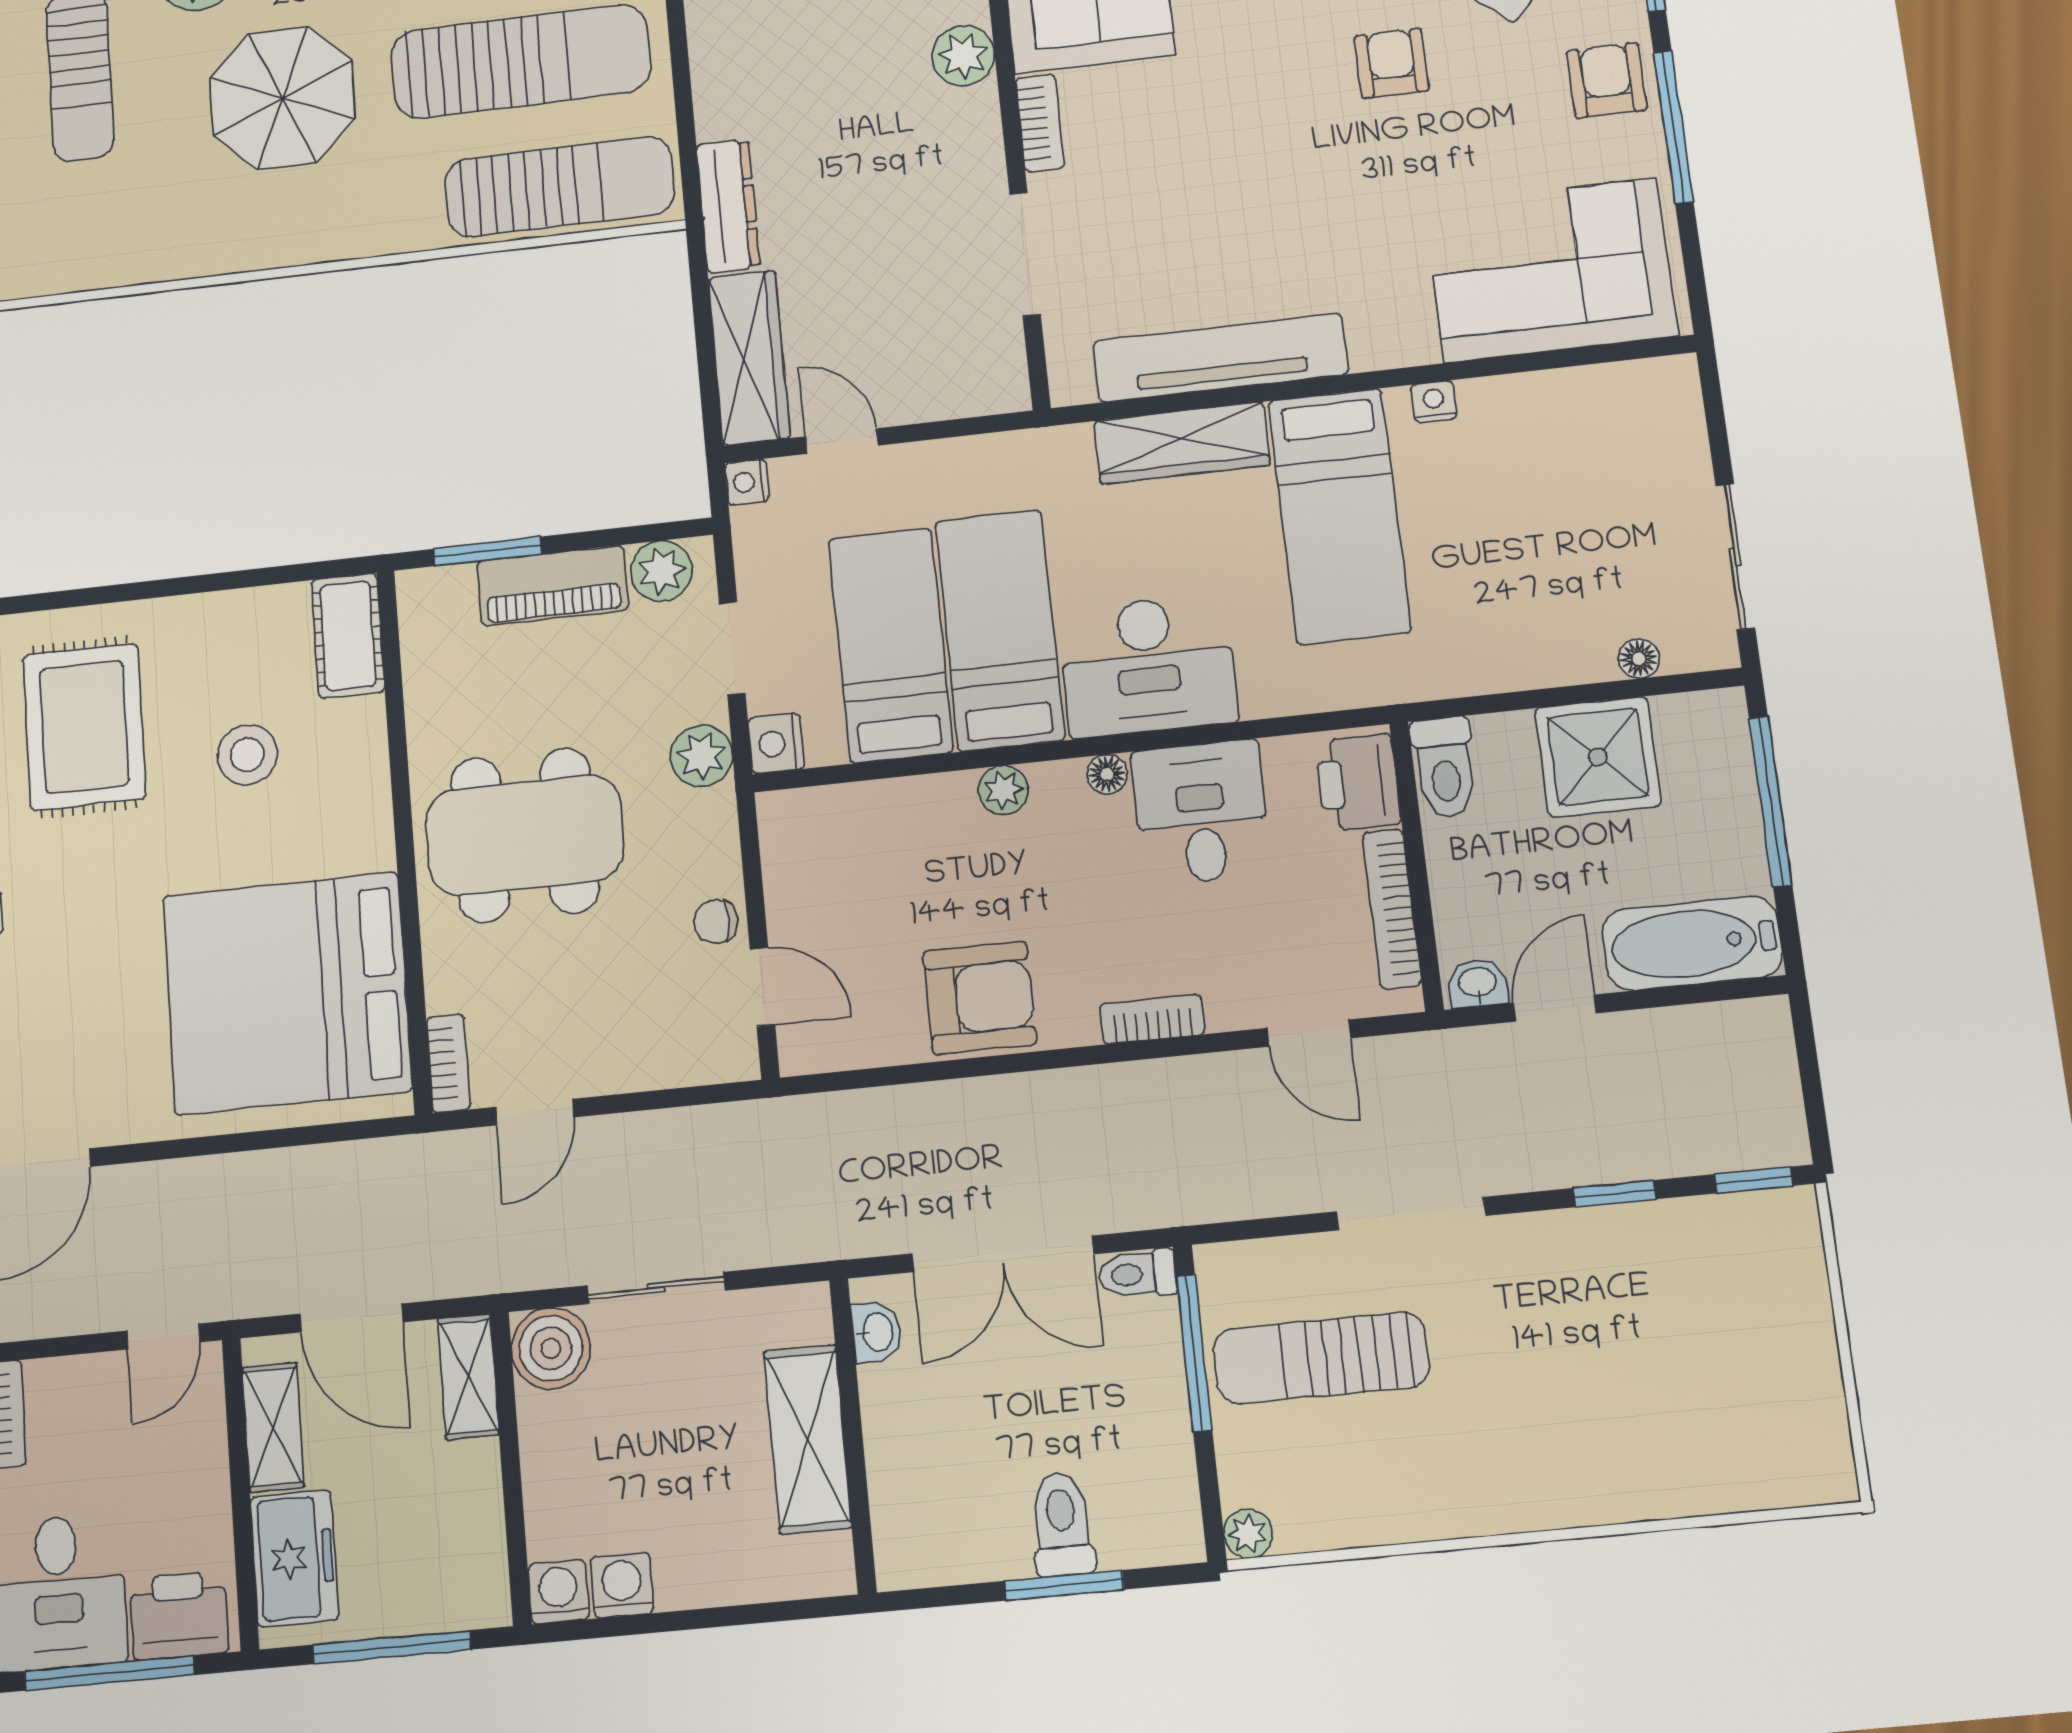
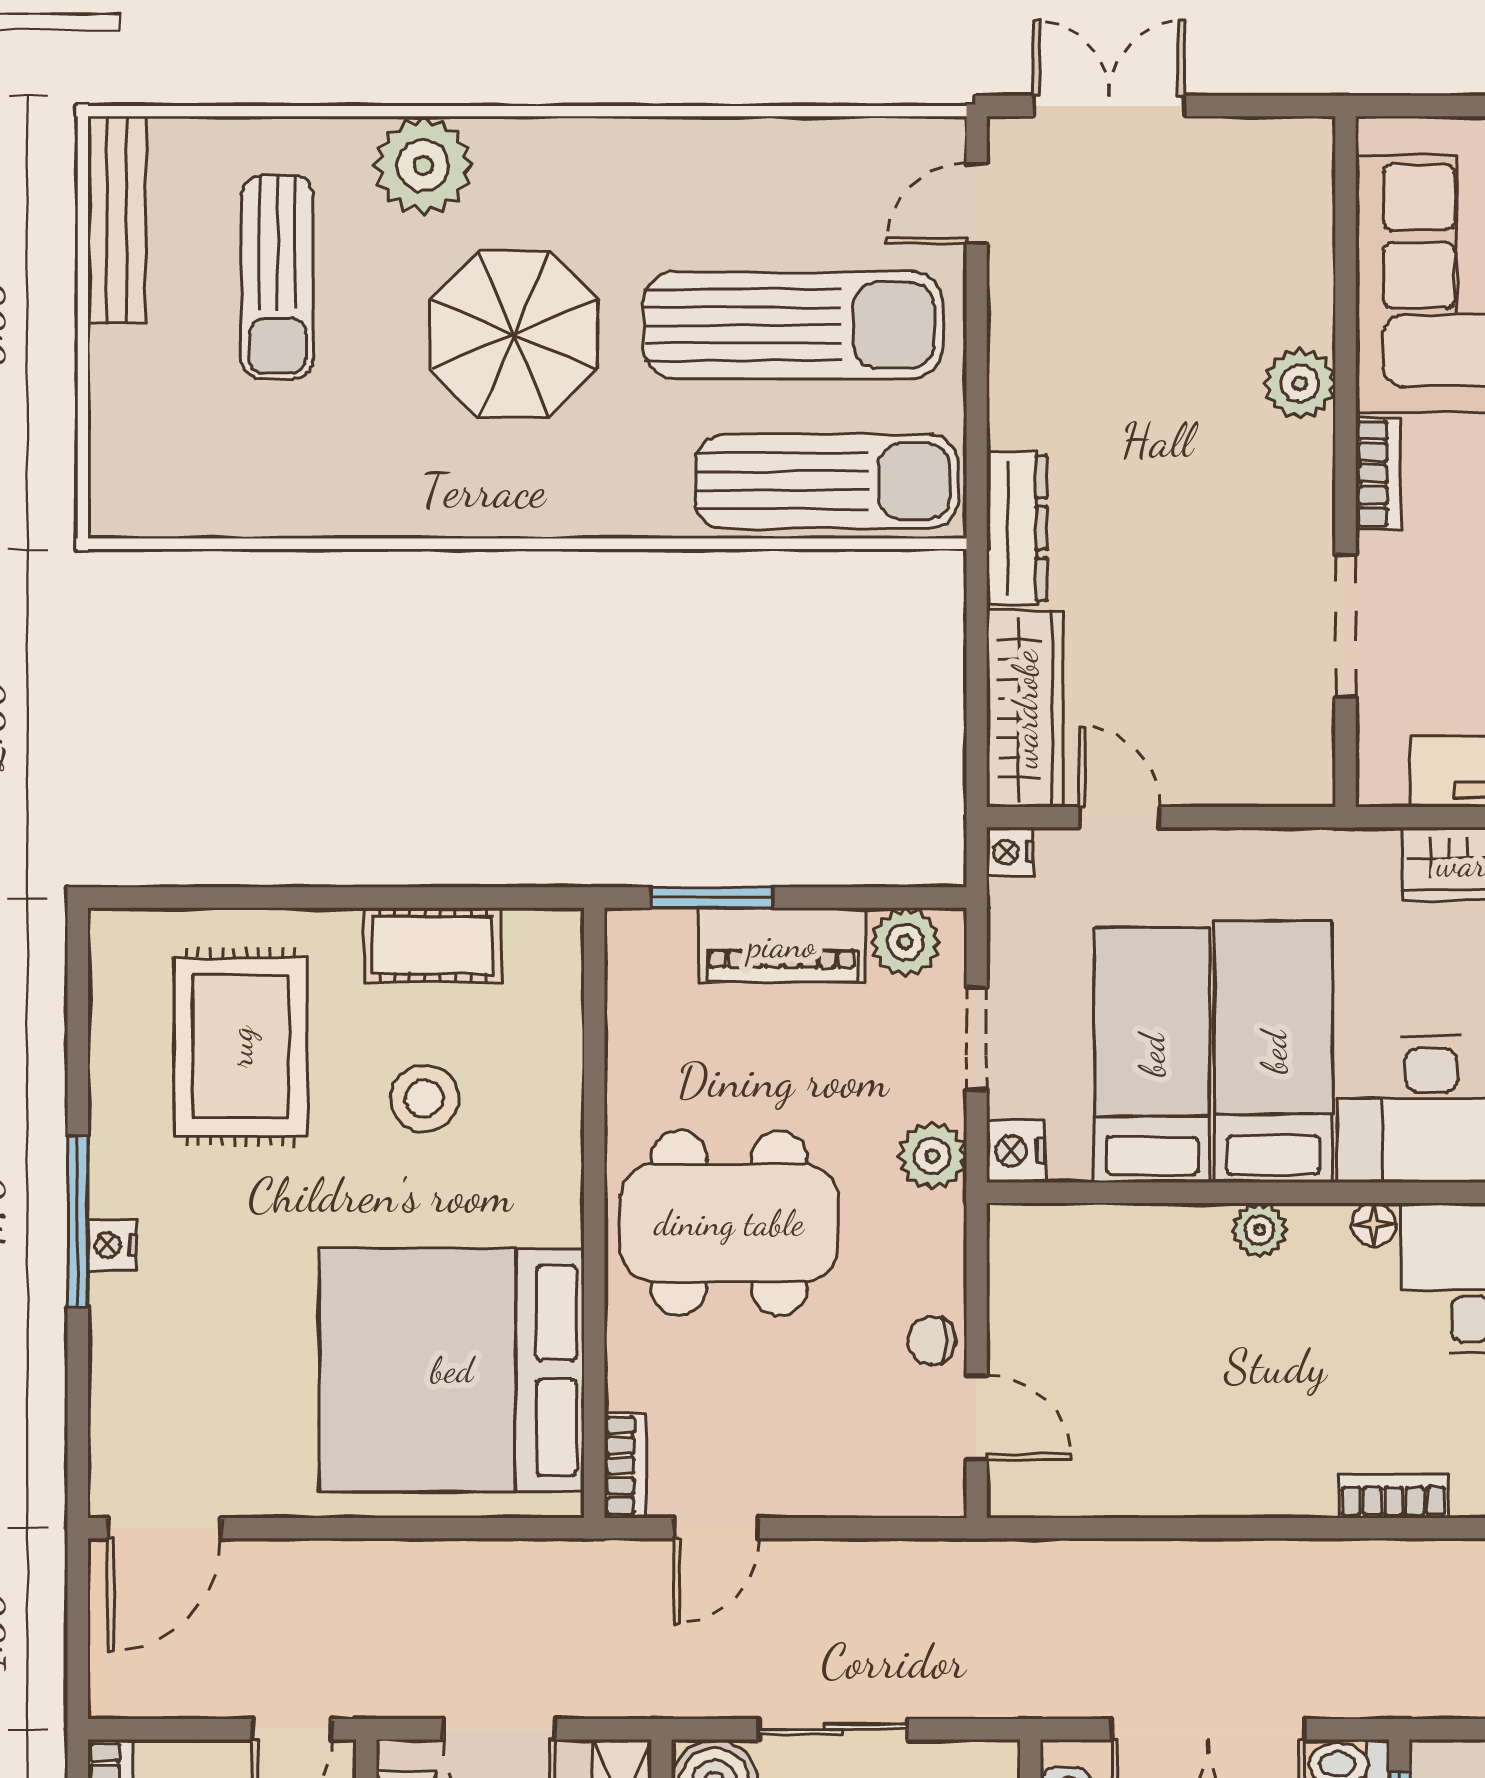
cot: (348, 636) -> (433, 945), moved, turned 90
armchair: (980, 998) -> (1211, 1454), removed

